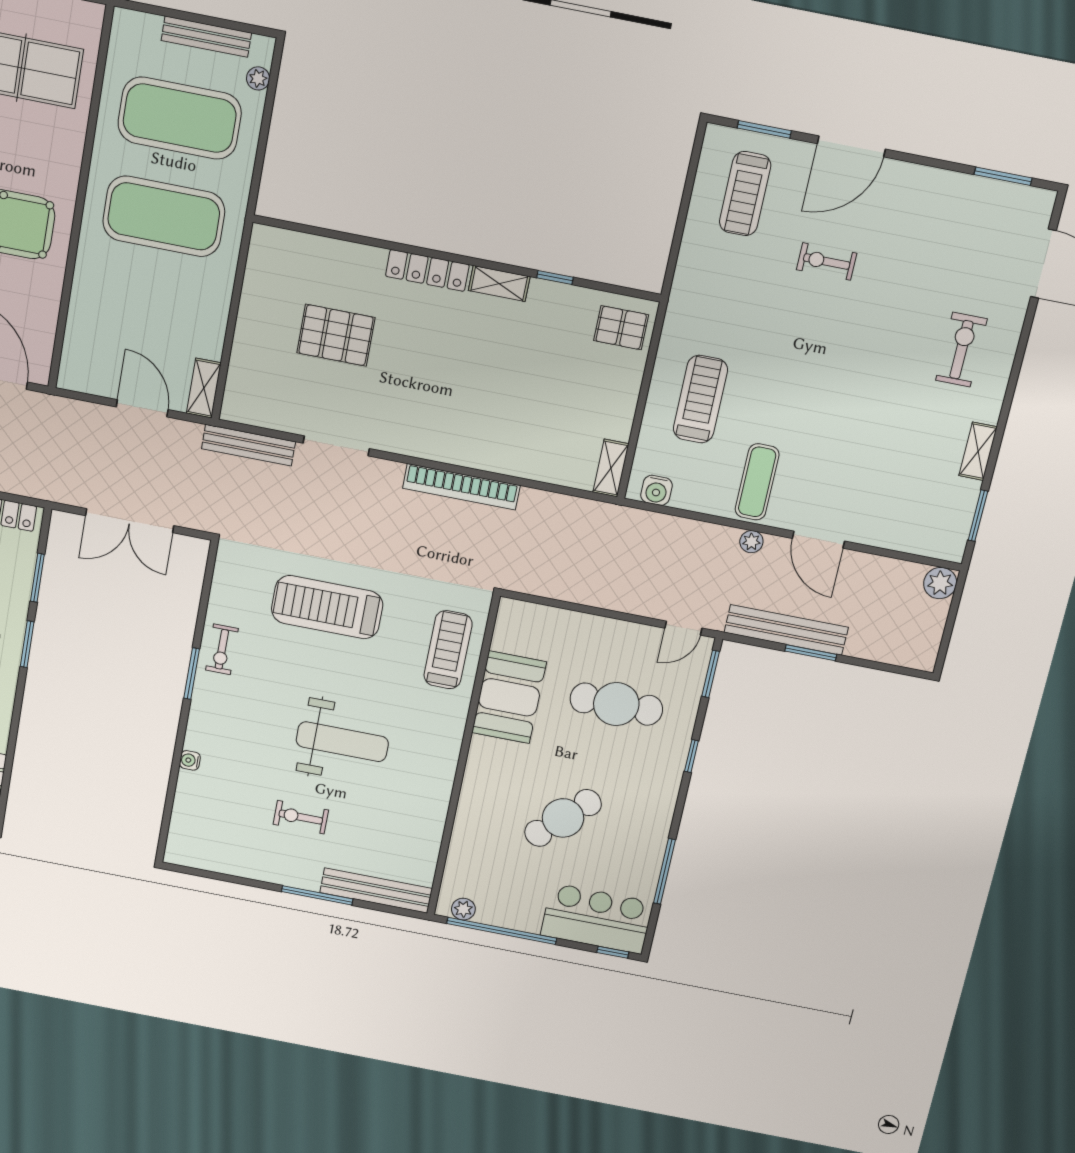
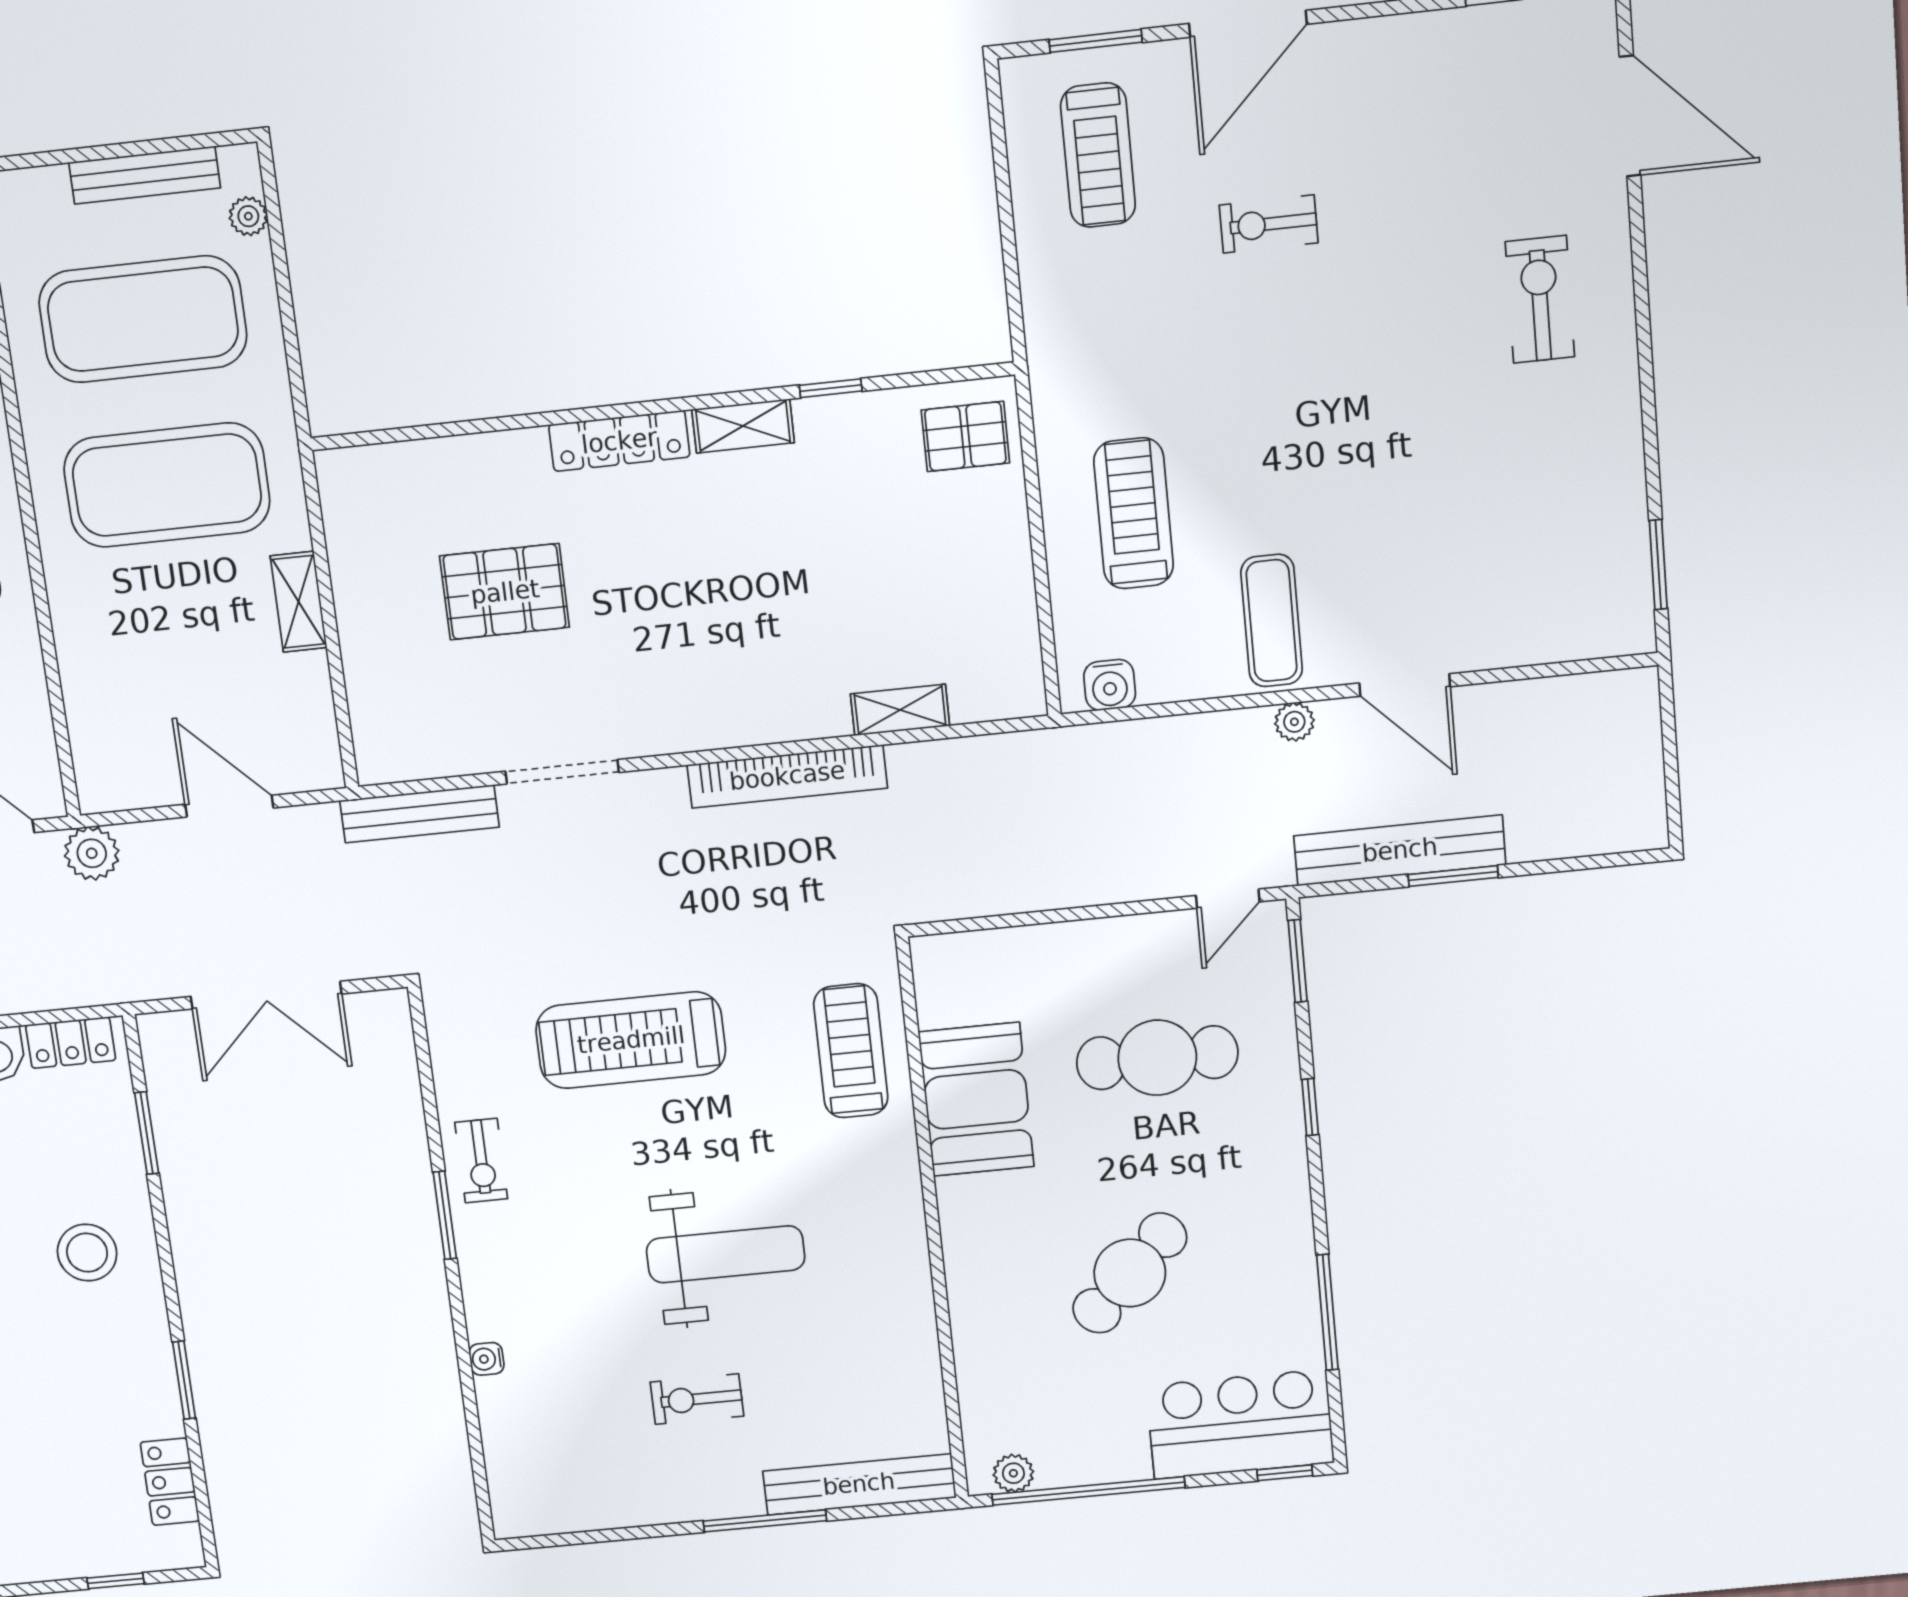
shelving: (204, 388) -> (299, 602), moved
shelving: (978, 451) -> (1623, 458), removed
shelving: (611, 468) -> (900, 710), moved, turned 90
plant: (940, 583) -> (92, 853), moved
window: (27, 644) -> (184, 1380), moved

